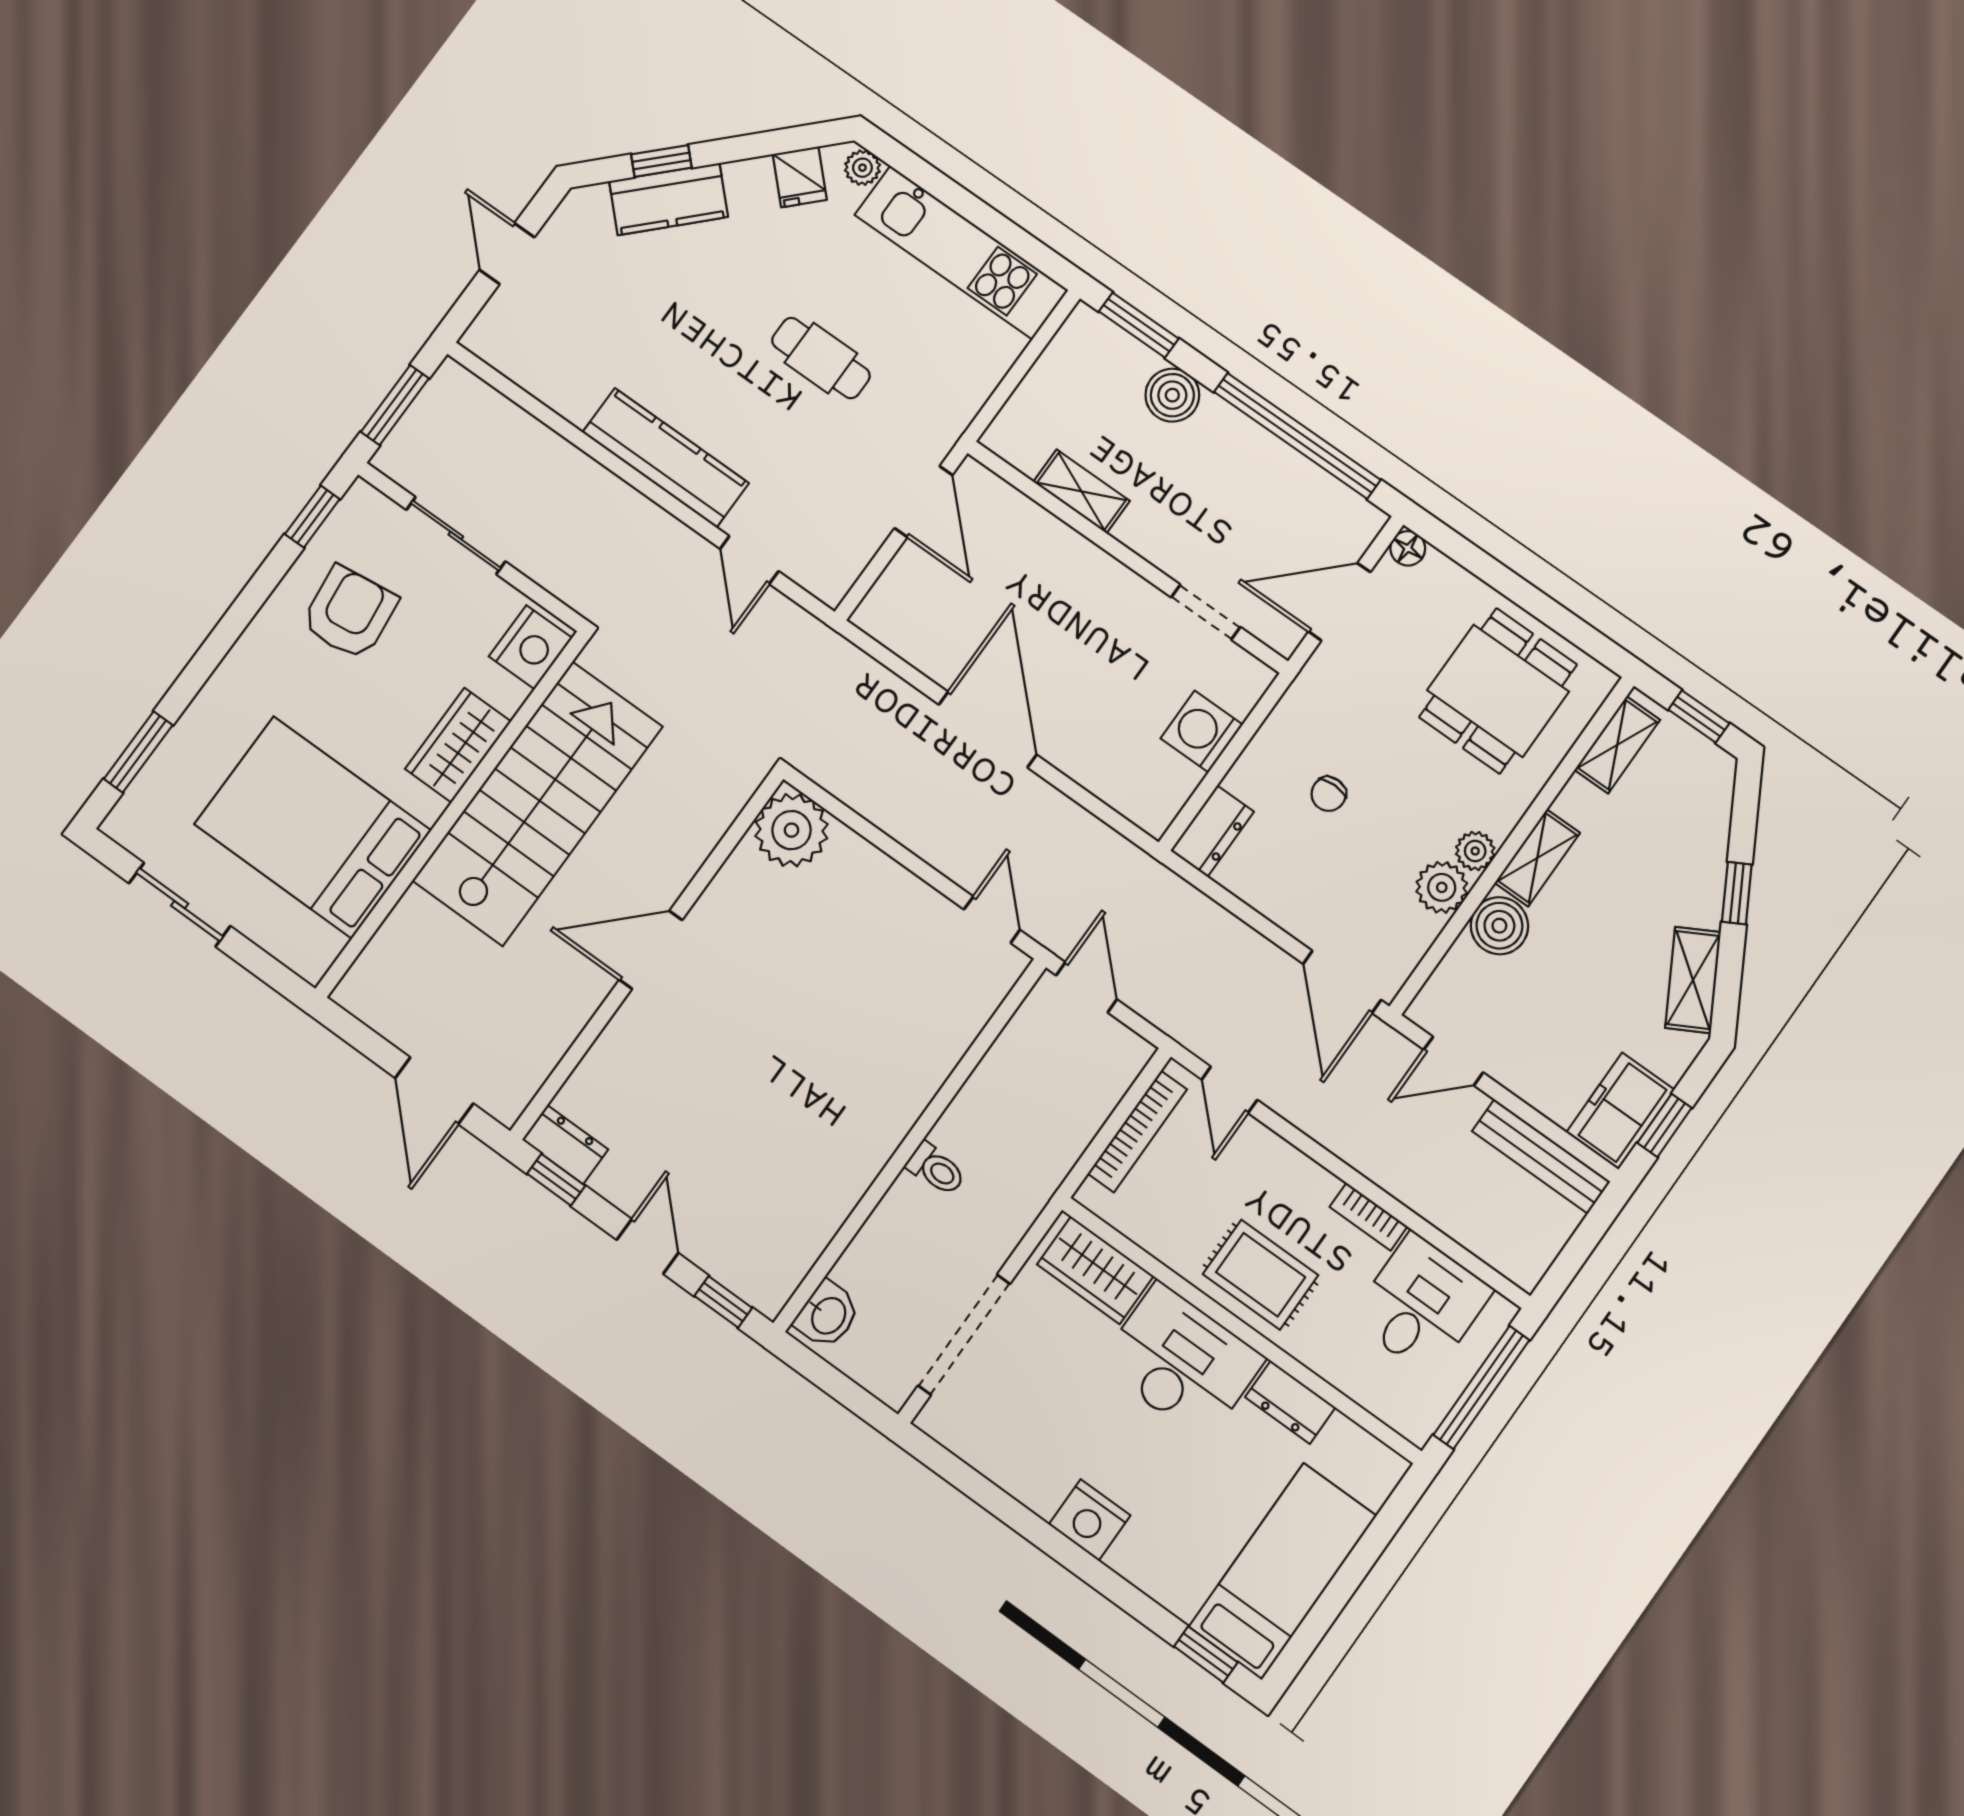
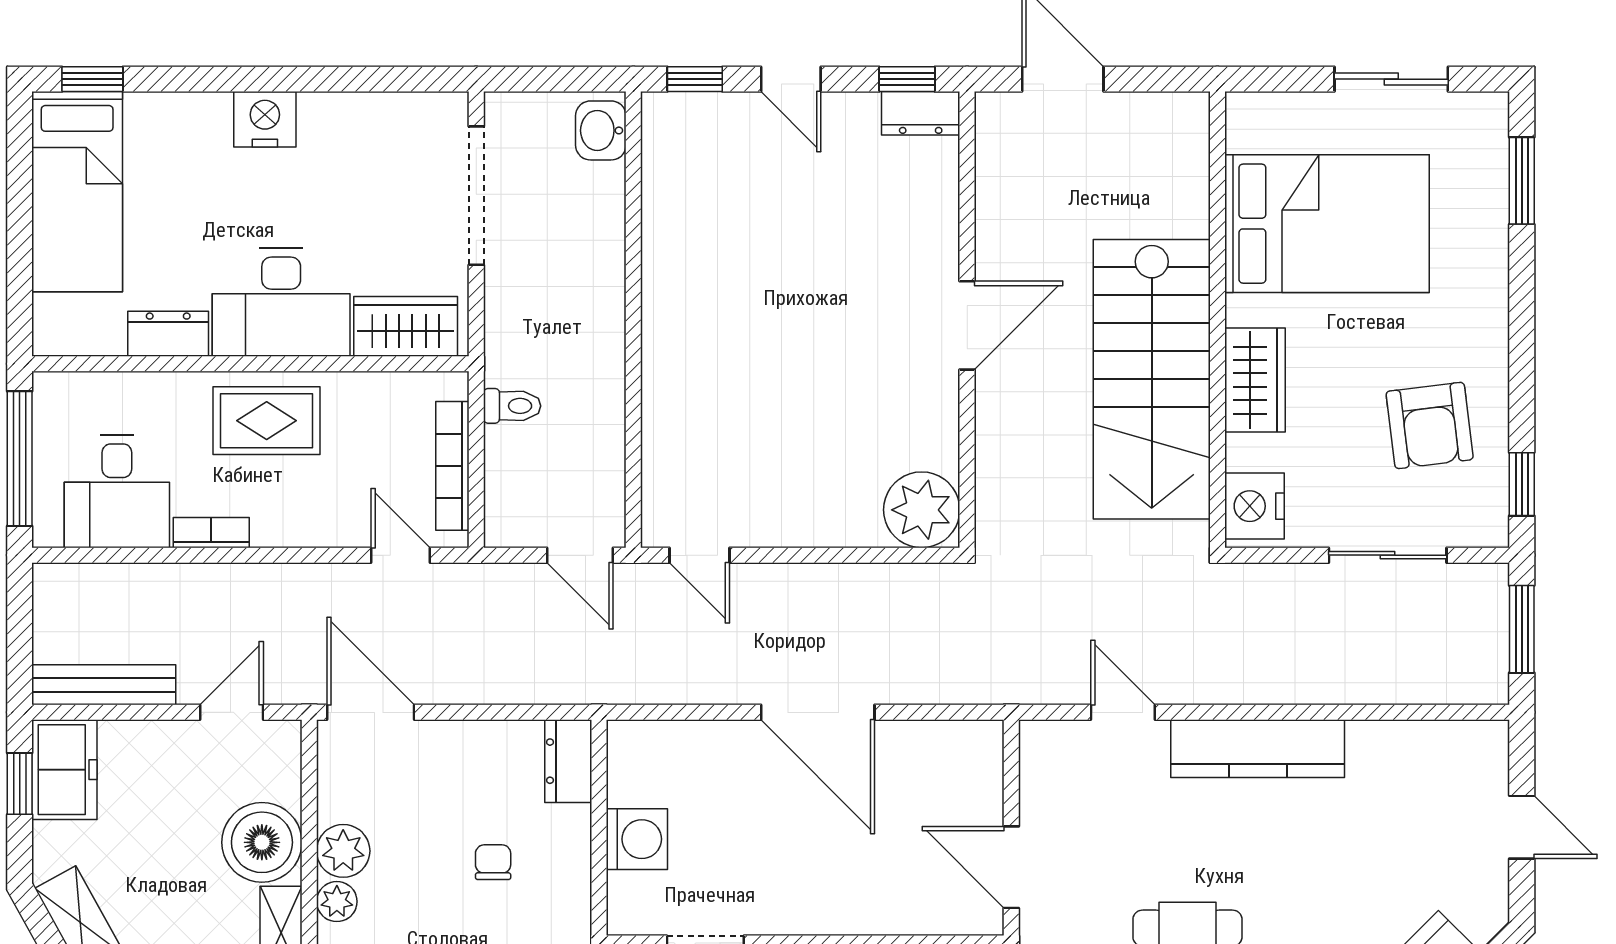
boiler: (1499, 926) -> (262, 842), width x1.37, depth x1.37
toilet: (936, 1169) -> (512, 406), moved, turned 180

